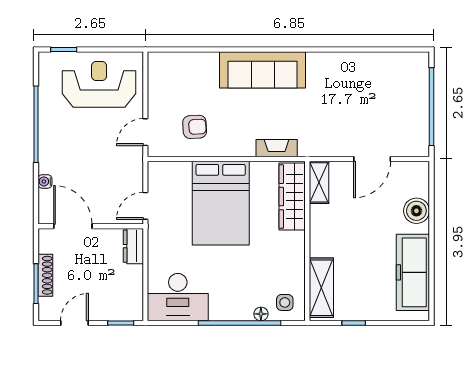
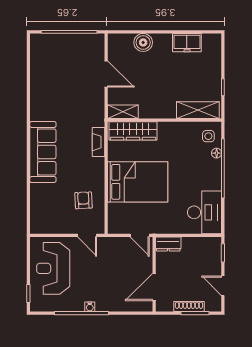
water cooler: (45, 181) -> (90, 307), moved
freezer: (413, 272) -> (187, 43), width x0.52, depth x0.79

